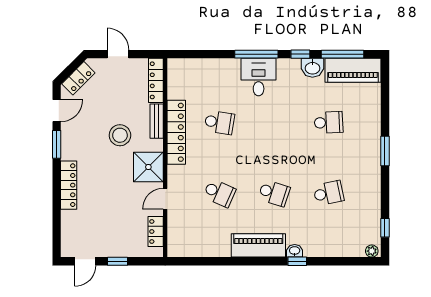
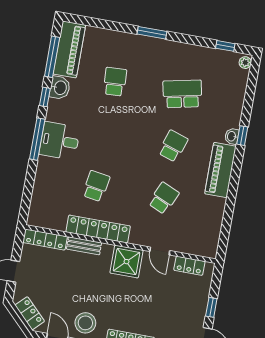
stool: (120, 135) -> (85, 323), moved
school desk: (329, 193) -> (182, 94), width x1.85

